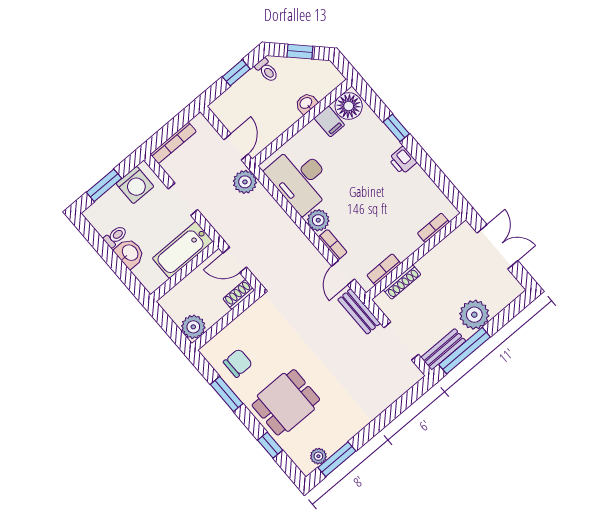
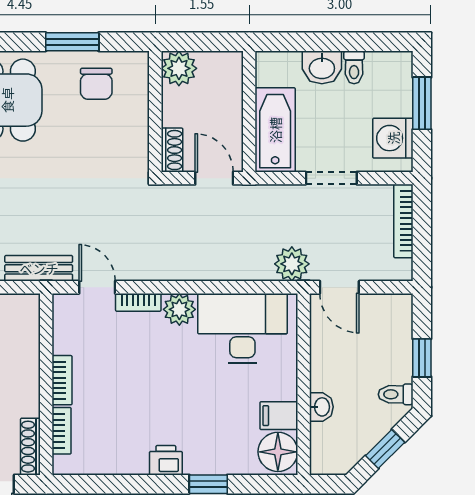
door: (235, 260) -> (214, 178), hinge flipped
bookcase: (384, 269) -> (62, 380), moved
shoe rack: (402, 282) -> (30, 447), moved

